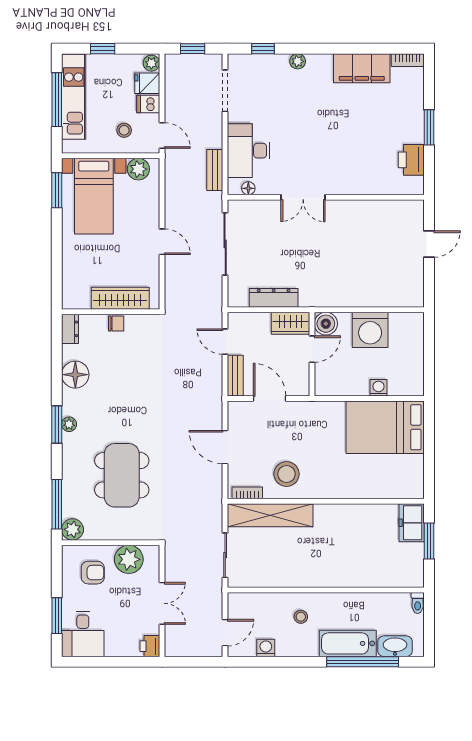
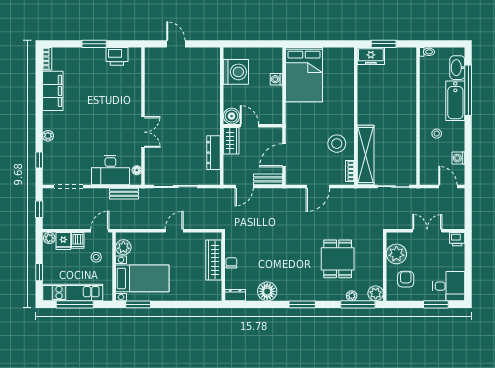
washing machine: (370, 330) -> (236, 72), moved
plant: (69, 424) -> (352, 296), moved
dining table: (122, 475) -> (338, 259), width x0.73

